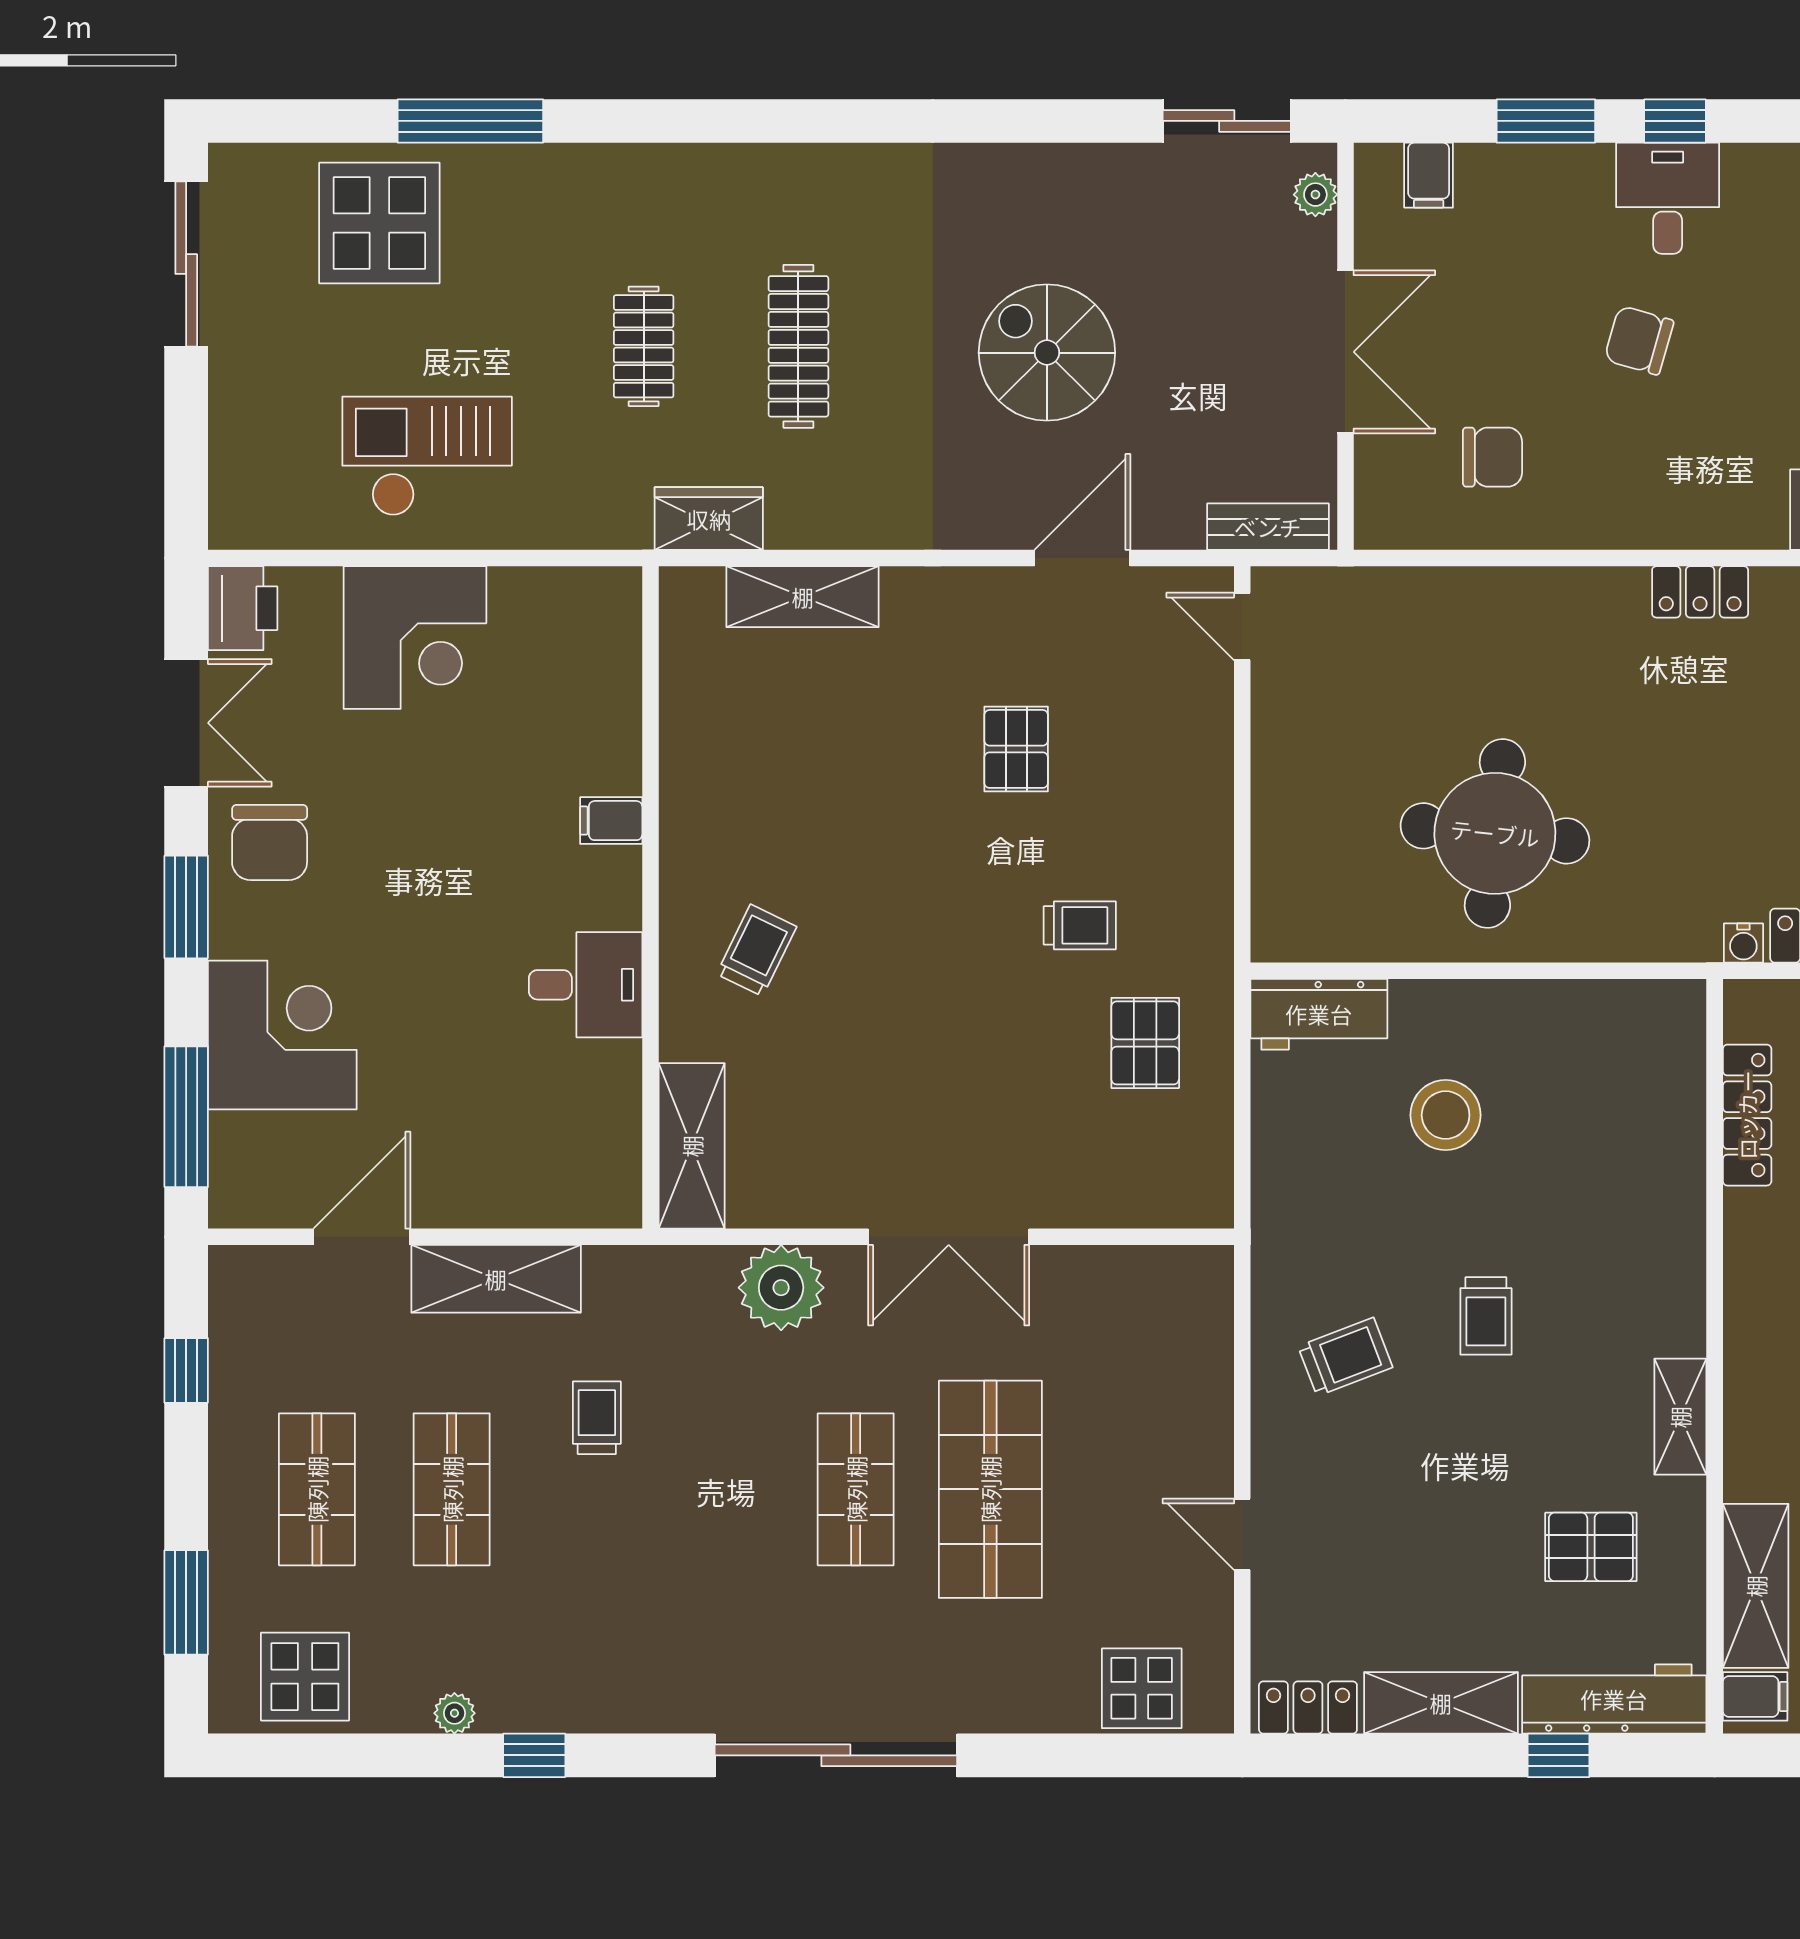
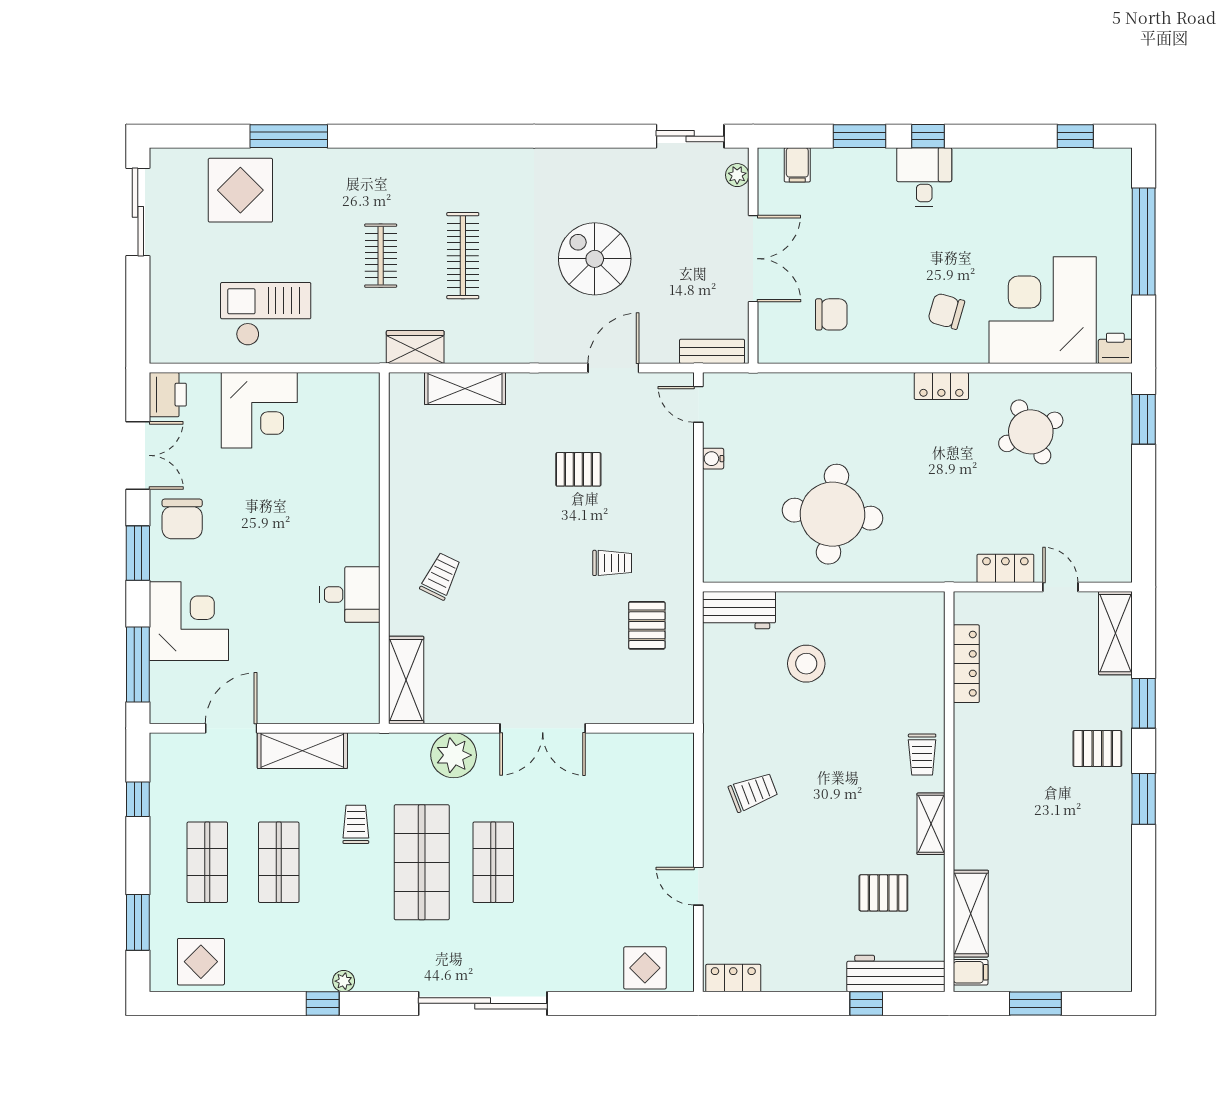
chair: (1639, 340) -> (946, 311), moved
pallet: (1016, 749) -> (578, 469), turned 90
filing cabinet: (611, 821) -> (363, 507), removed
water cooler: (1743, 943) -> (713, 459), moved, turned 90
trolley: (1486, 1316) -> (922, 754), moved
shop shelf: (990, 1489) -> (422, 862), moved
shelving: (1441, 1703) -> (804, 976), removed
plant: (454, 1713) -> (344, 981), moved

